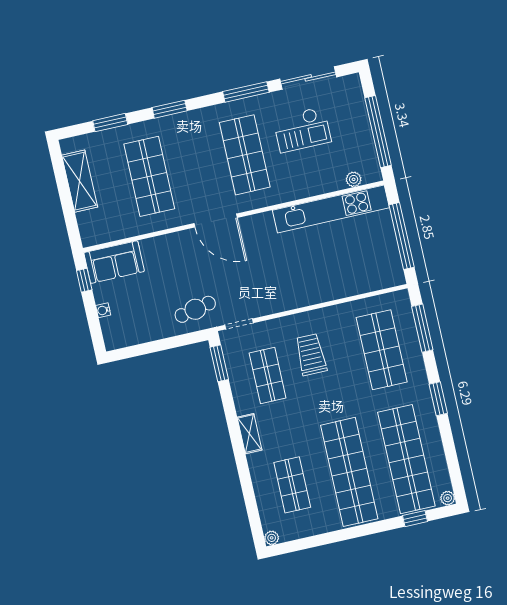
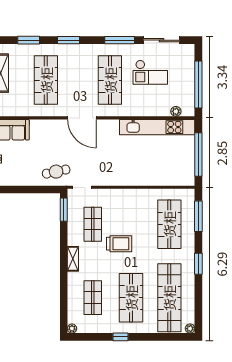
trolley: (311, 355) -> (119, 244), moved, turned 90
shop shelf: (349, 472) -> (131, 298), width x0.71
window: (415, 519) -> (121, 337), moved

